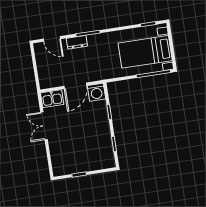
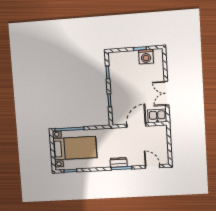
dresser: (77, 42) -> (119, 162), moved
washing machine: (96, 92) -> (146, 57), moved, turned 180
double door: (44, 126) -> (167, 93), swing flipped

